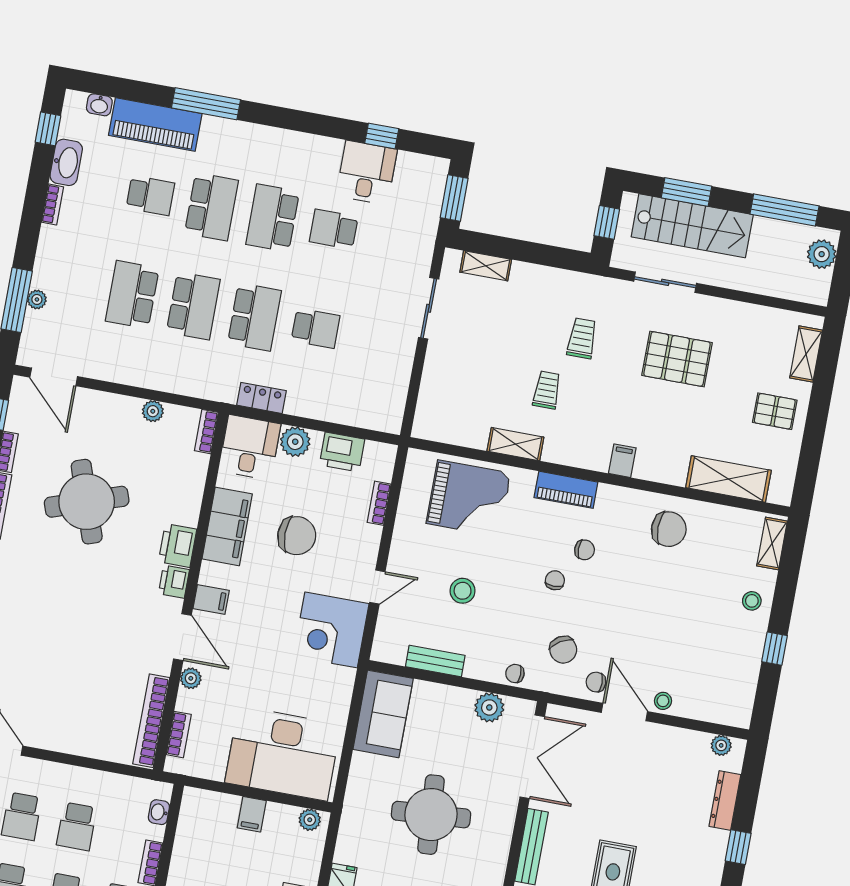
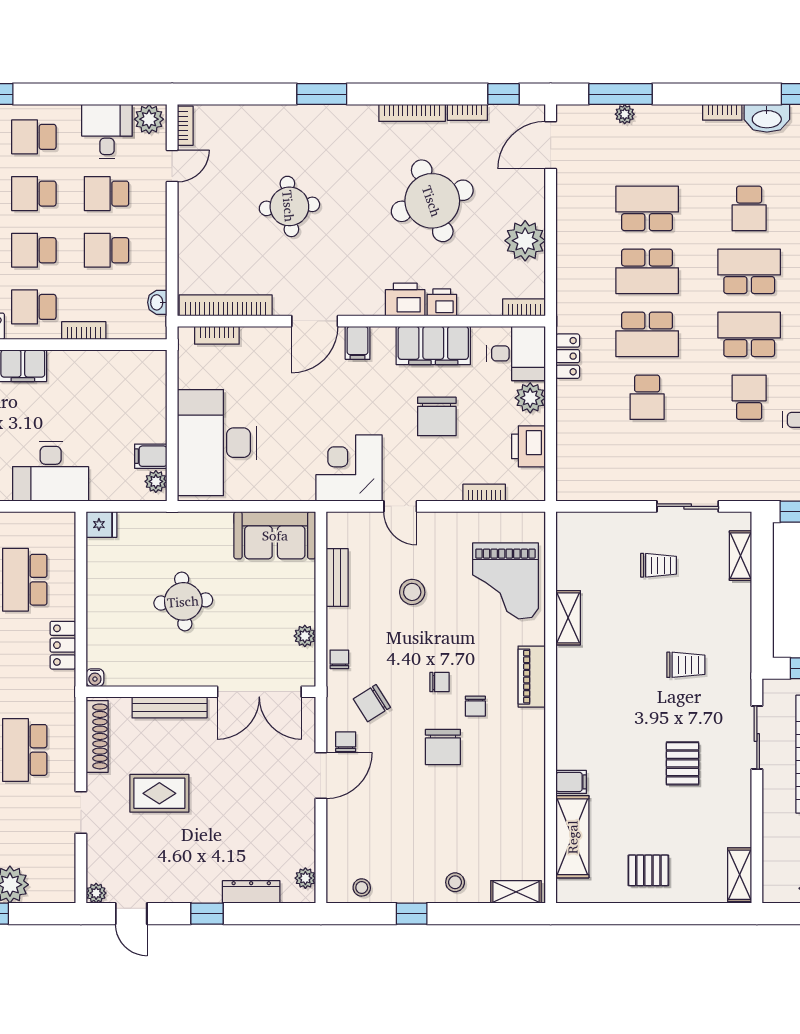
school desk: (211, 207) -> (749, 271), turned 180
shelving: (806, 354) -> (740, 875), moved, turned 90
pallet: (677, 359) -> (683, 763), width x0.67, depth x0.71
trolley: (547, 390) -> (659, 565), moved
plant: (153, 411) -> (525, 241), width x1.87, depth x1.87
pallet: (775, 411) -> (648, 870), turned 90
filing cabinet: (622, 461) -> (571, 782), moved
chair: (669, 529) -> (443, 747), moved
printer: (174, 582) -> (442, 302), moved
round table: (67, 641) -> (289, 206), added
plant: (191, 678) -> (275, 337), removed
stool: (663, 701) -> (362, 887), moved
plant: (489, 707) -> (305, 636), width x0.73, depth x0.73
washbasin: (159, 812) -> (157, 302), moved, turned -90
filing cabinet: (252, 814) -> (151, 456), moved
round table: (431, 815) -> (183, 601), width x0.73, depth x0.73

